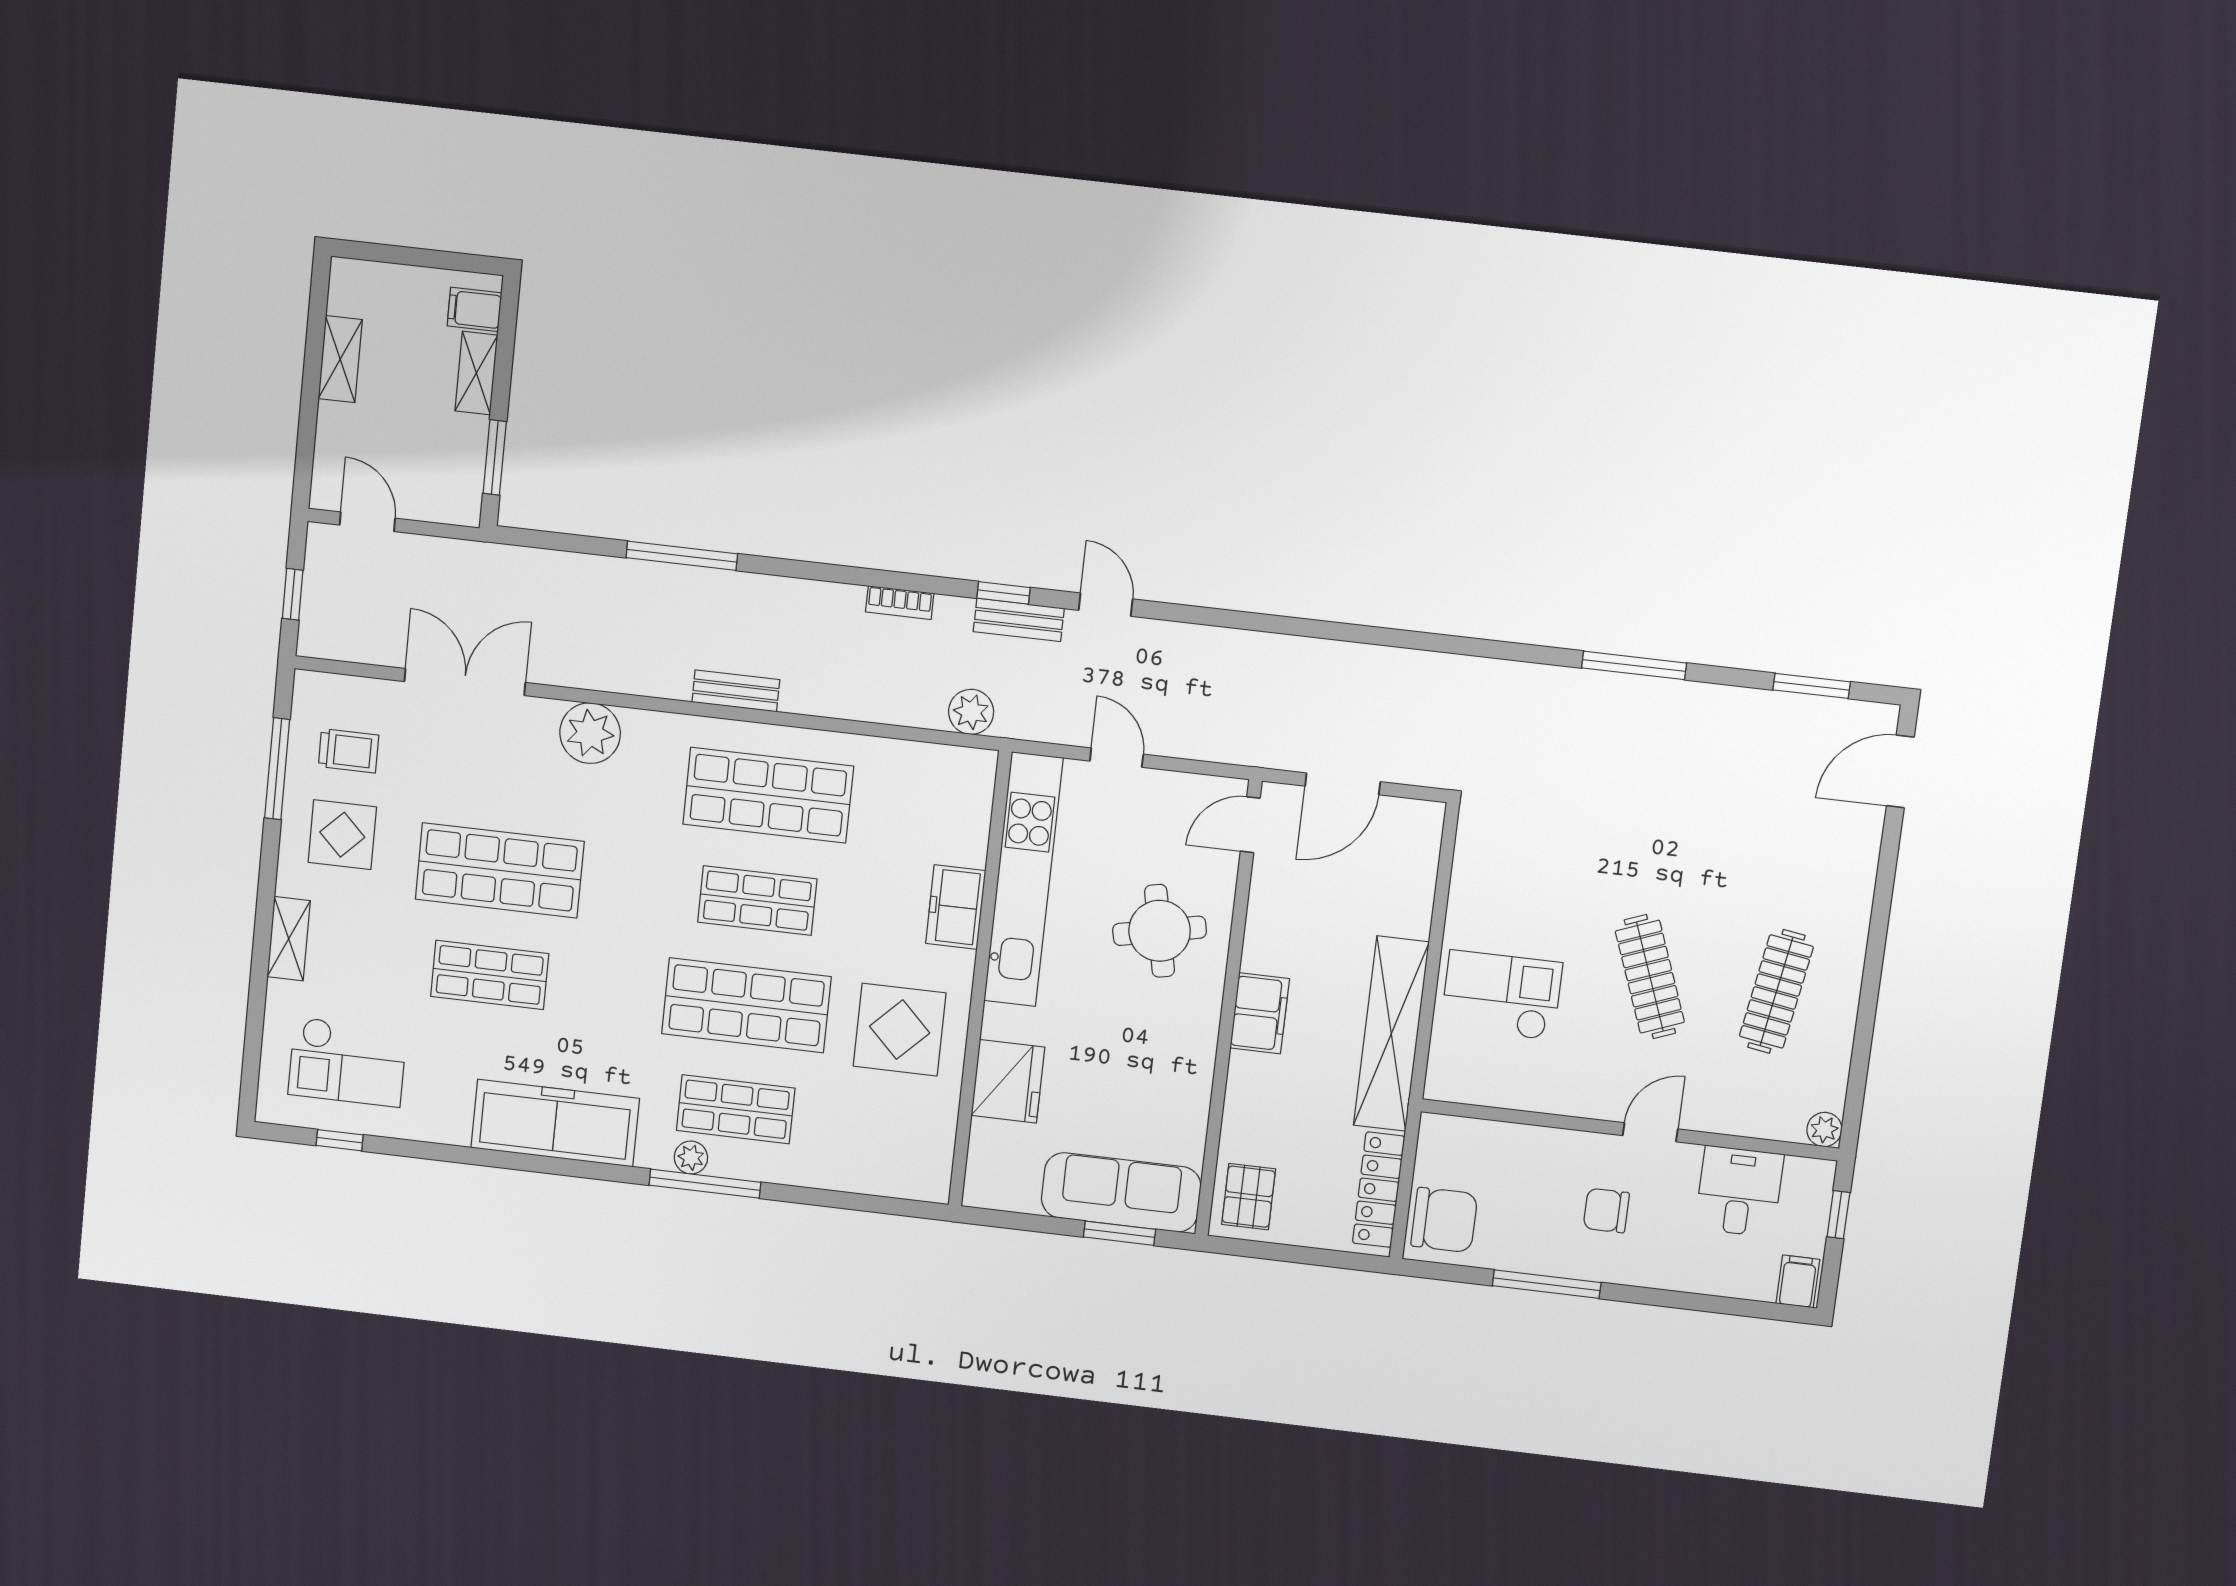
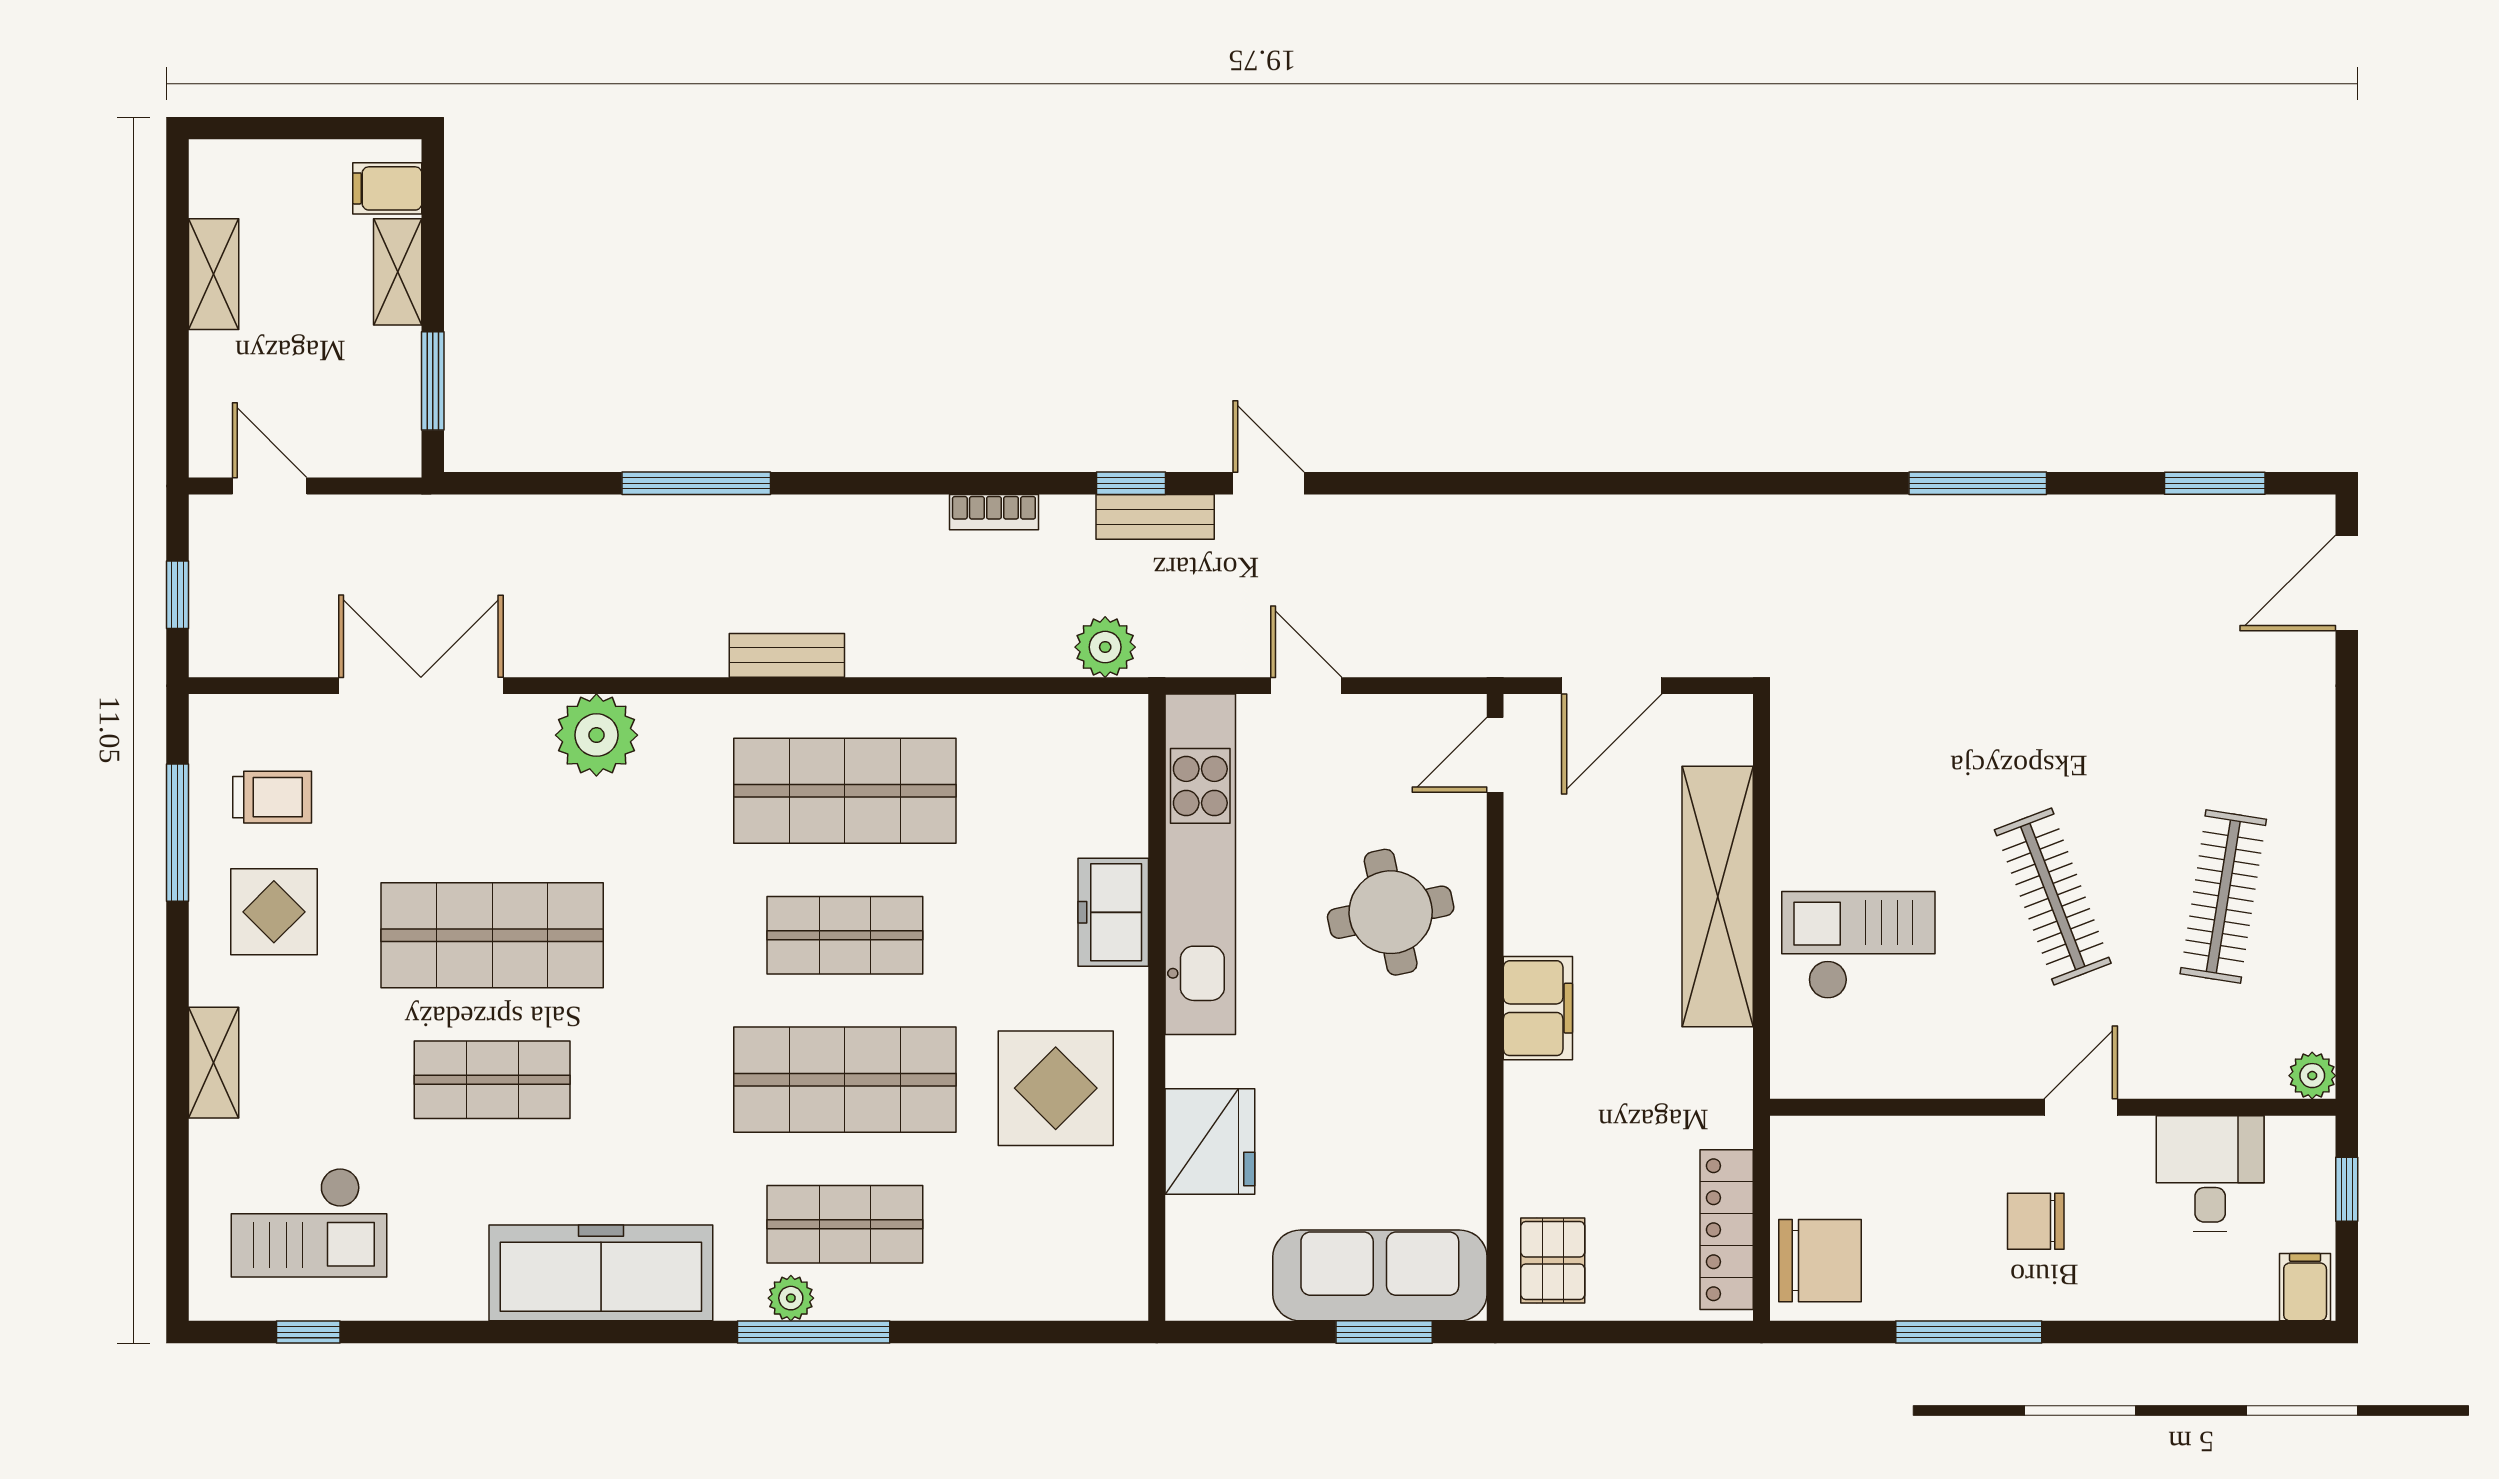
shelving: (1391, 1034) -> (1718, 896), moved

